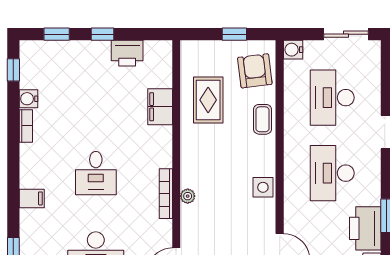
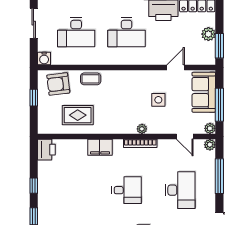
printer: (127, 53) -> (46, 150), moved
filing cabinet: (160, 107) -> (100, 147), moved
side table: (263, 187) -> (158, 100), moved

